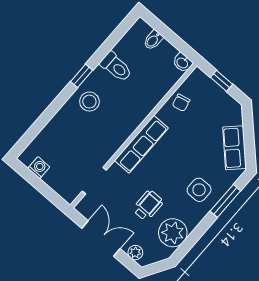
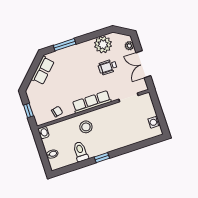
stool: (89, 102) -> (86, 127), moved
side table: (199, 190) -> (75, 59), removed

